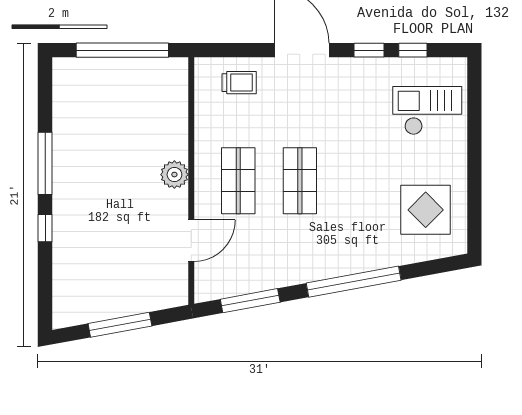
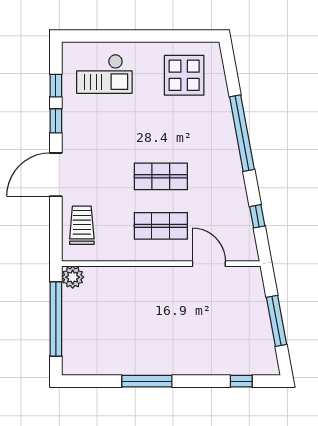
trolley: (239, 83) -> (82, 225), width x1.36, depth x1.39
checkout: (427, 111) -> (104, 74), turned -90
plant: (174, 175) -> (73, 277), moved
window: (45, 228) -> (241, 381), moved
window: (250, 301) -> (257, 216), width x0.46

